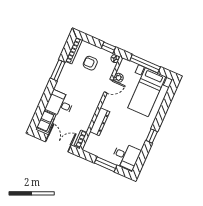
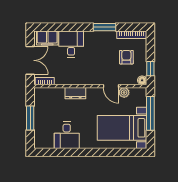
dresser: (100, 122) -> (75, 93), width x0.70
window: (152, 136) -> (80, 152), removed
desk: (126, 156) -> (67, 135), moved

